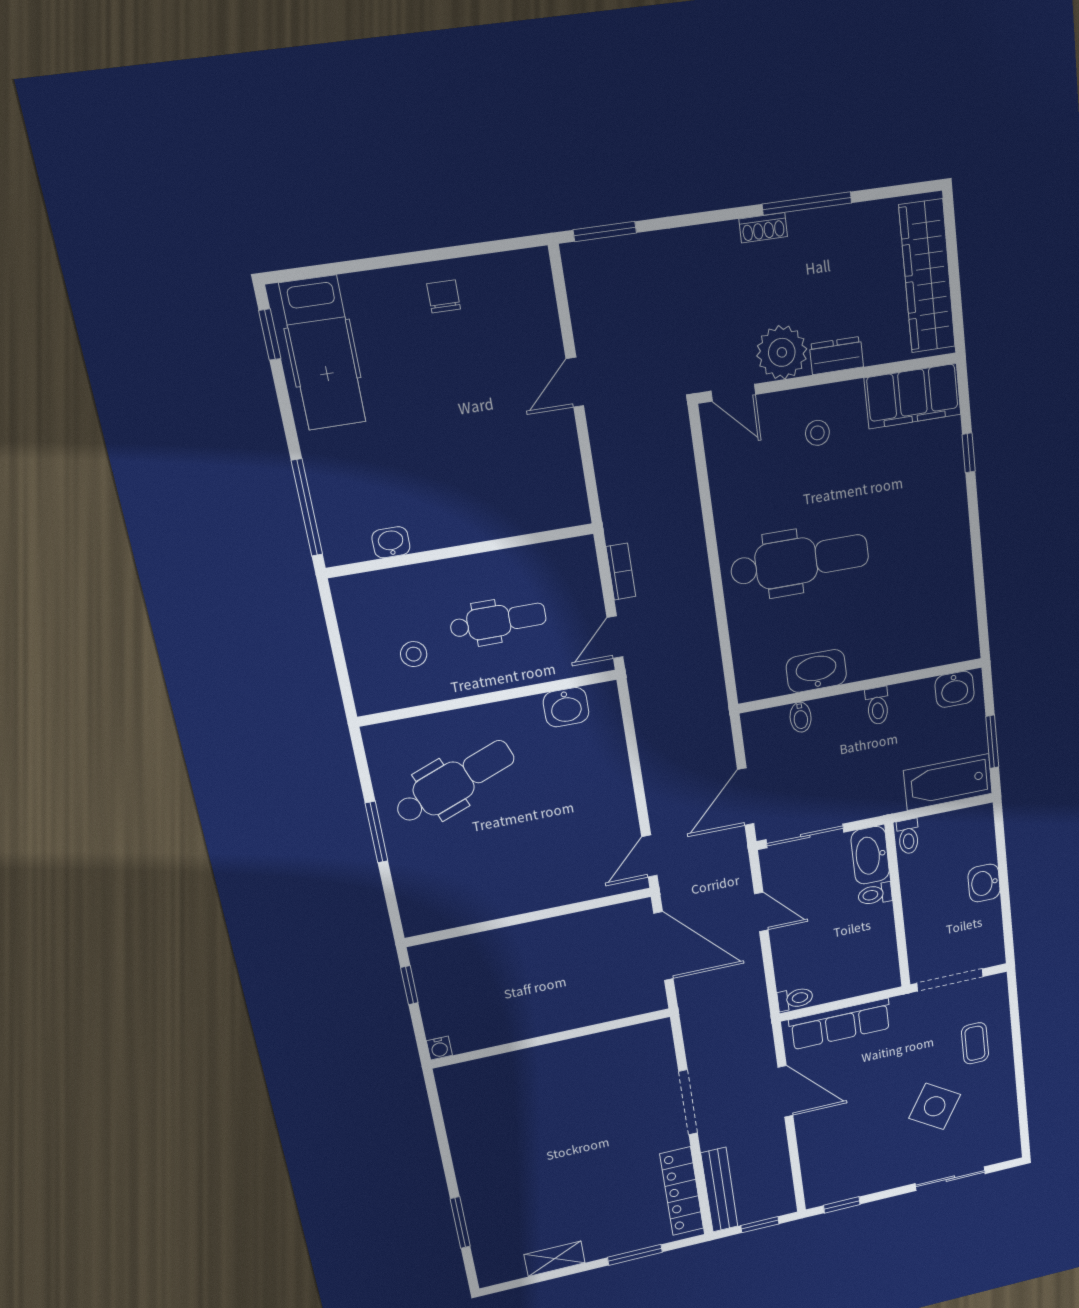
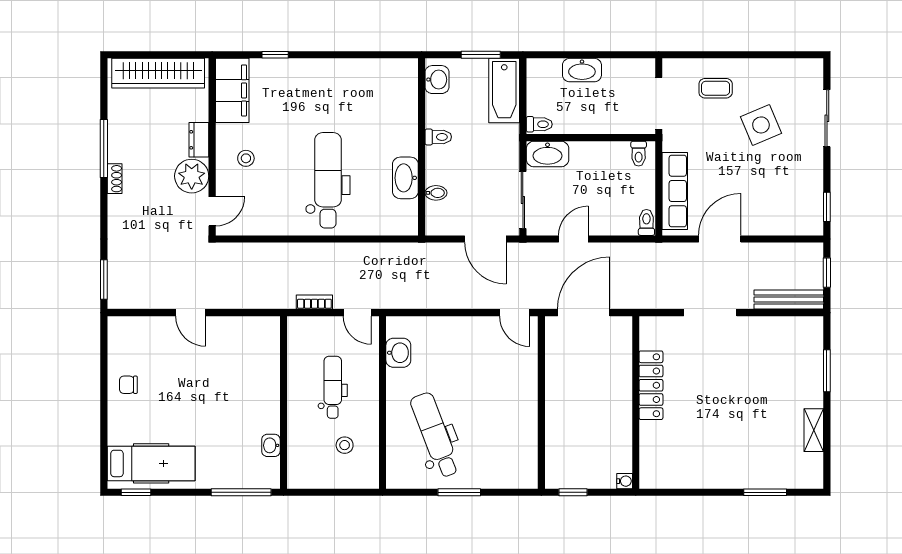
washbasin: (984, 883) -> (582, 70), width x1.38
toilet: (875, 894) -> (639, 154), moved
side table: (935, 1106) -> (761, 125), turned 35
locker: (682, 1191) -> (651, 385), moved, turned -90

